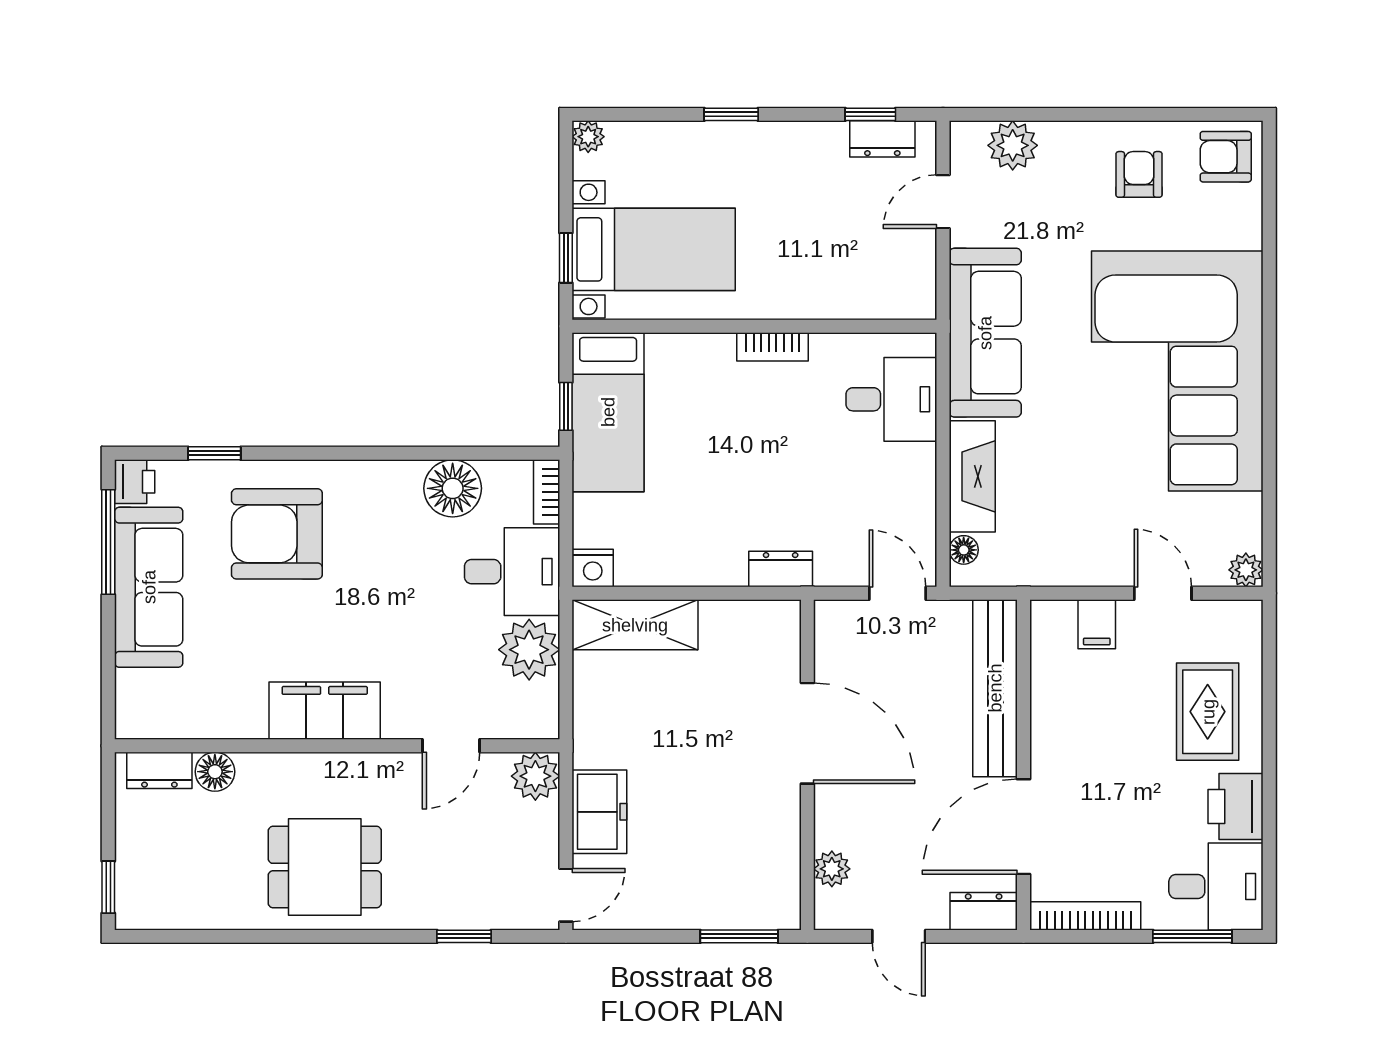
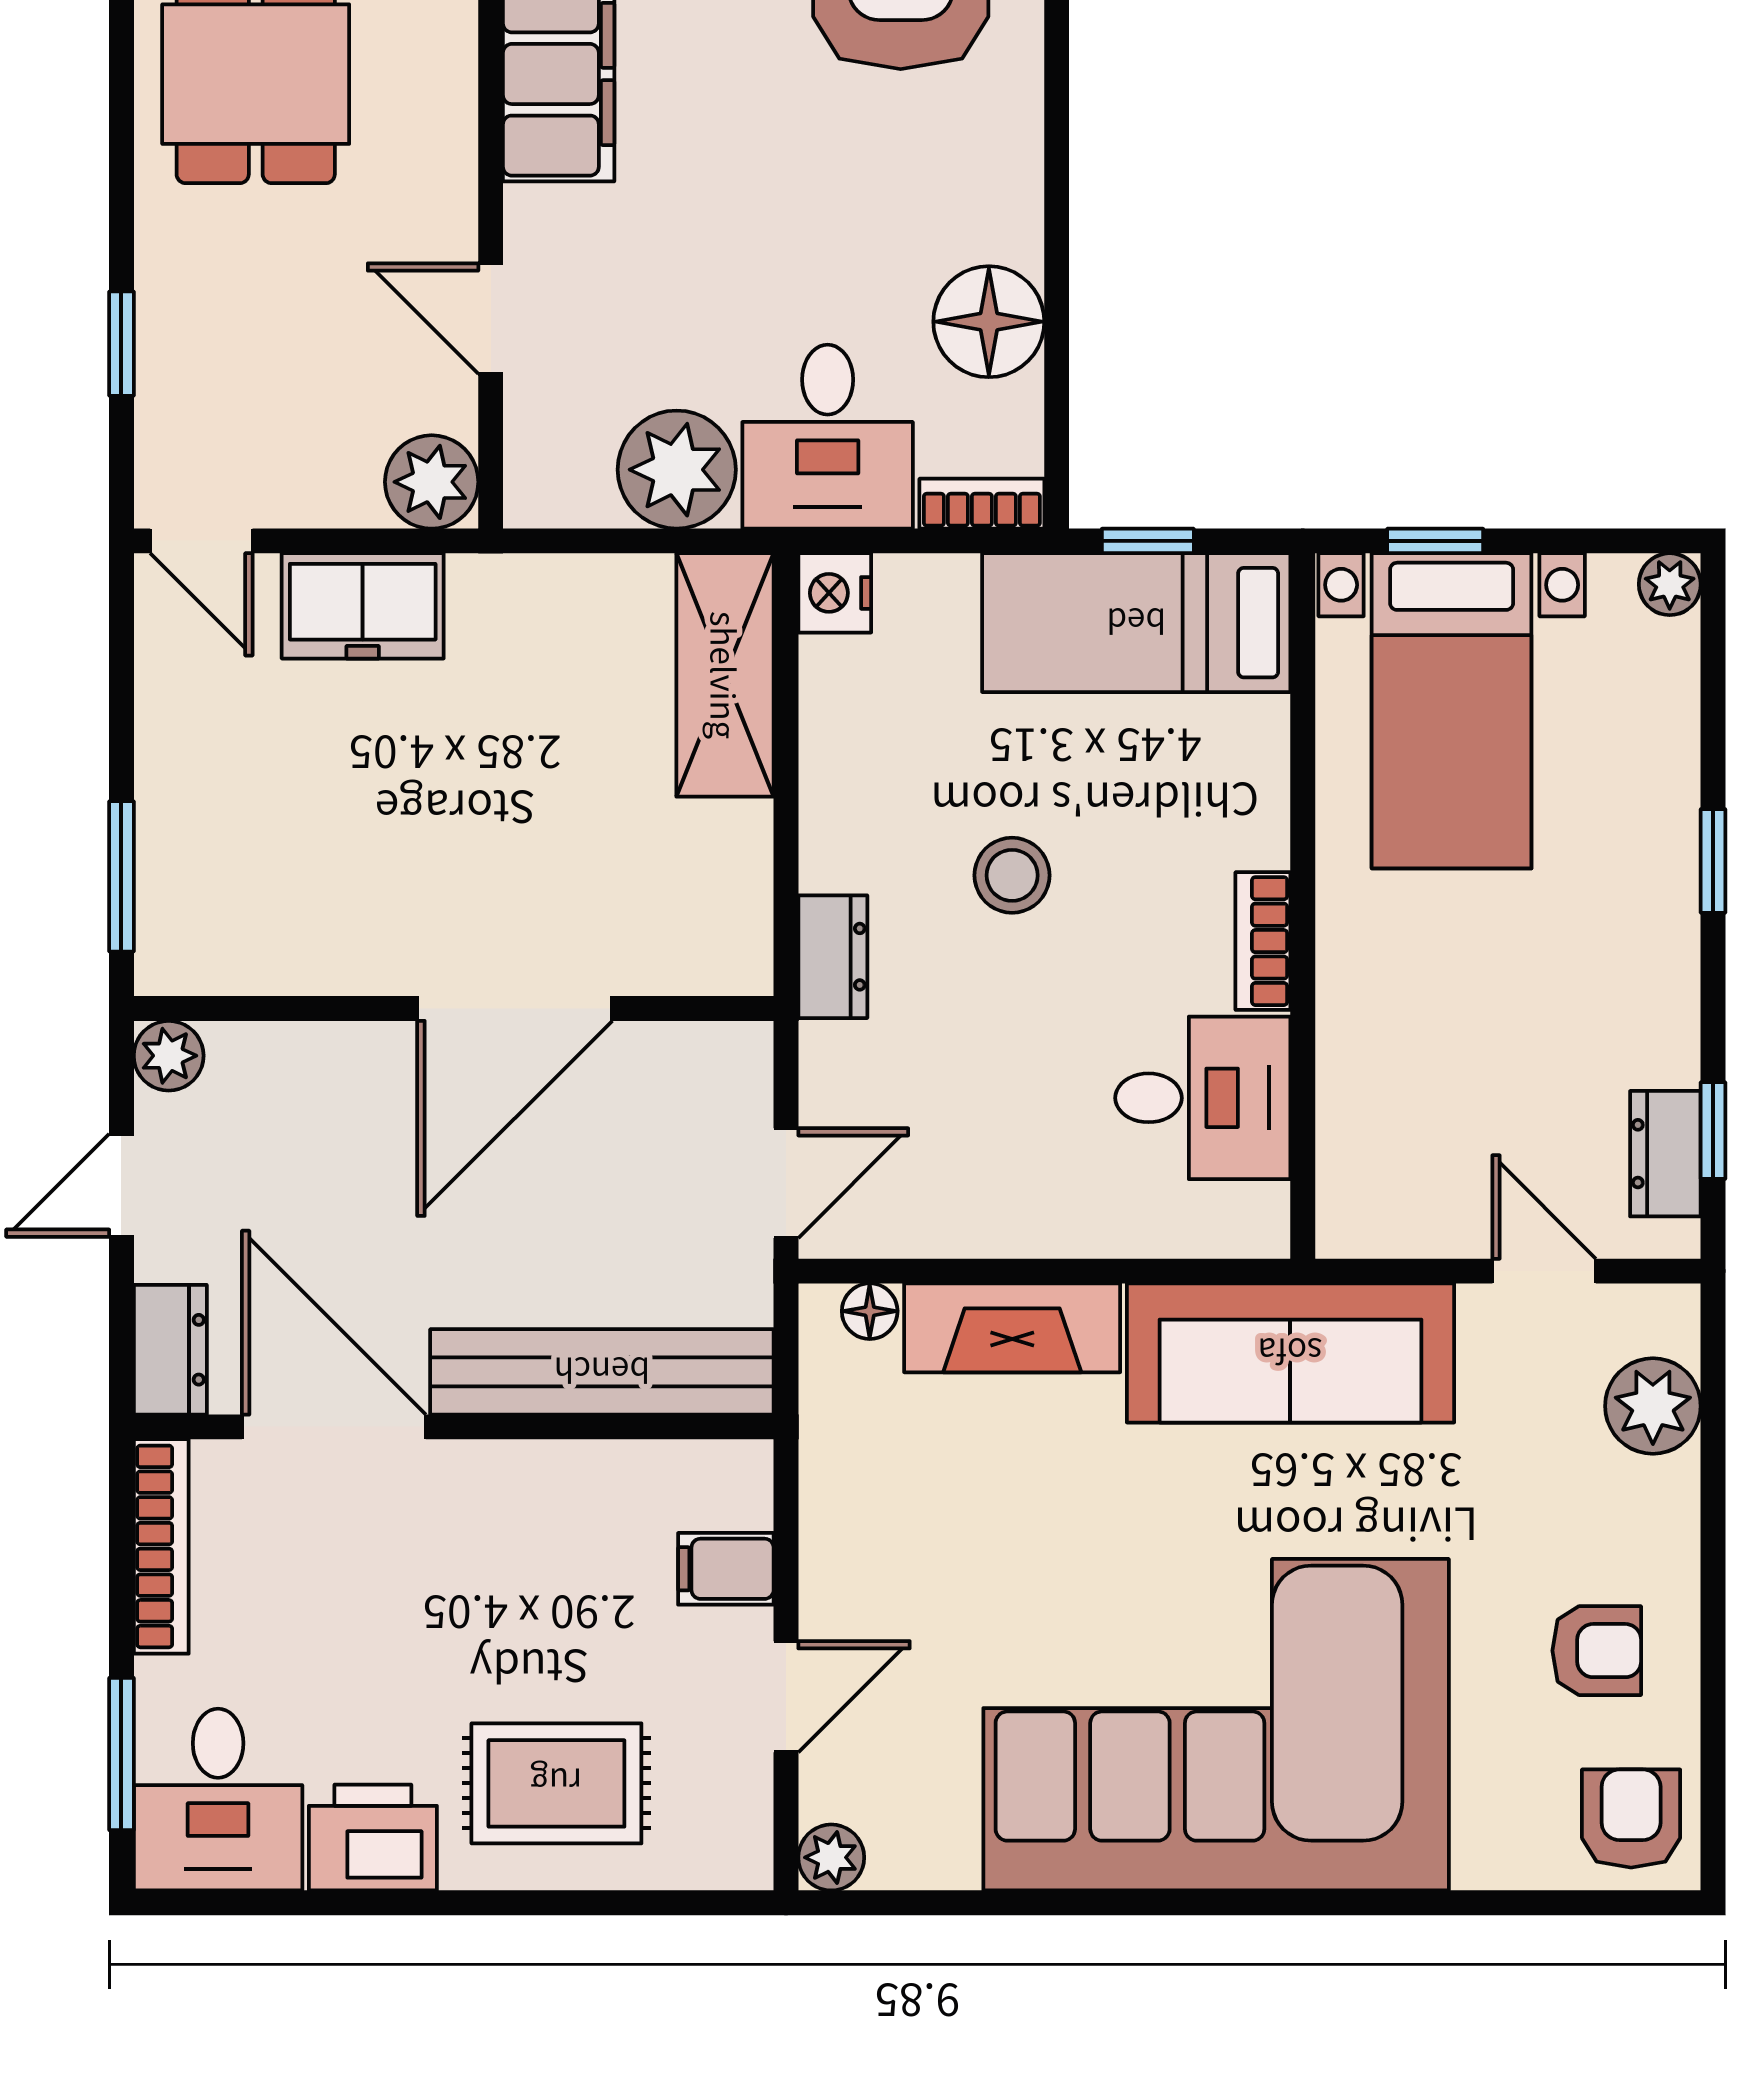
desk: (891, 399) -> (1203, 1098), moved, turned -90
stool: (739, 476) -> (1012, 875), added
plant: (832, 869) -> (169, 1056), moved

